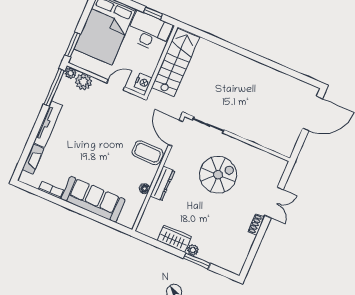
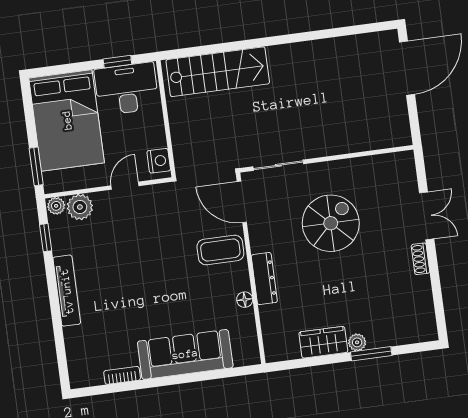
stairs: (175, 62) -> (218, 72), moved, turned 90
window: (54, 87) -> (46, 238), width x0.46
fireplace: (33, 159) -> (74, 349), removed

